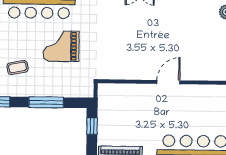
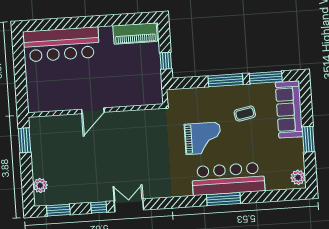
window: (46, 102) -> (225, 80), moved

